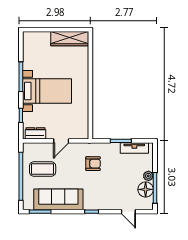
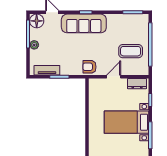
armchair: (93, 164) -> (89, 67), moved
floor lamp: (146, 189) -> (37, 21), moved
sofa: (58, 199) -> (84, 23), moved

